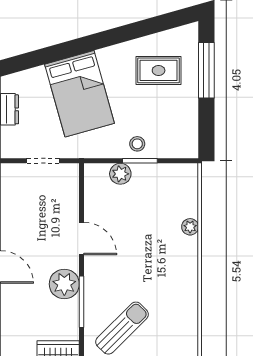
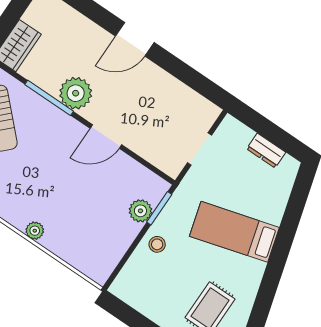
bed: (80, 94) -> (234, 232), width x0.67
window: (140, 161) -> (159, 208), moved
plant: (190, 227) -> (35, 231), moved

